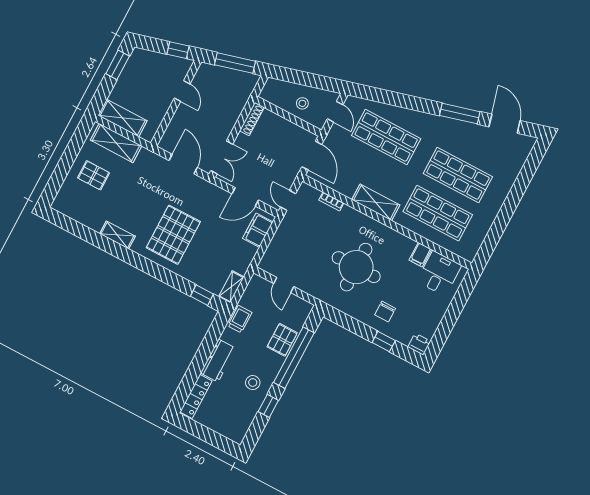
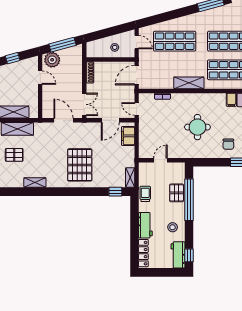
window: (178, 50) -> (13, 58), moved
plant: (211, 76) -> (52, 60), added
door: (312, 156) -> (137, 75), swing flipped
shelving: (117, 235) -> (35, 183), moved
round table: (356, 267) -> (197, 127), width x0.73, depth x0.73
door: (284, 285) -> (160, 160), swing flipped
window: (268, 406) -> (189, 255), moved
workbench: (240, 423) -> (178, 255), added

